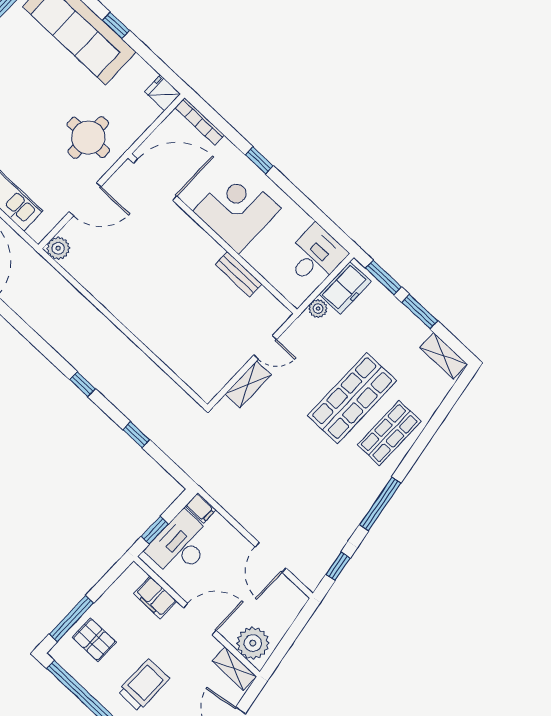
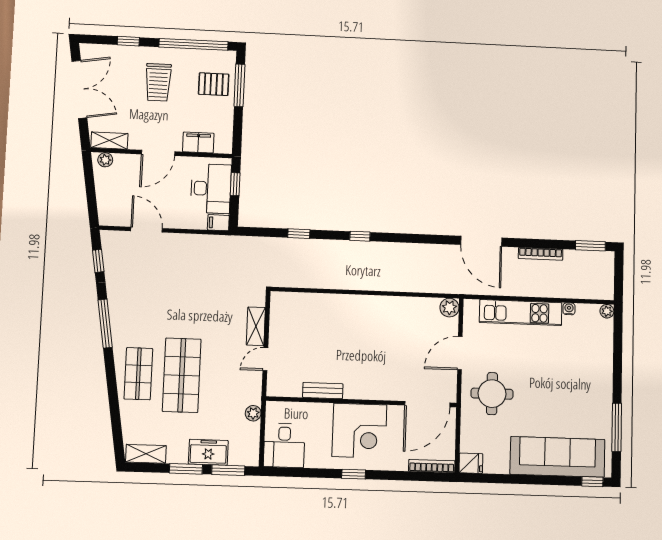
window: (116, 25) -> (537, 480), removed
window: (259, 160) -> (354, 474), moved
freezer: (345, 288) -> (208, 452), moved, turned 90
plant: (253, 643) -> (105, 160), width x0.53, depth x0.53

